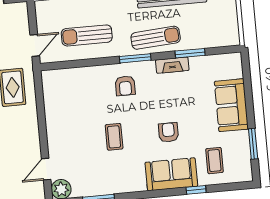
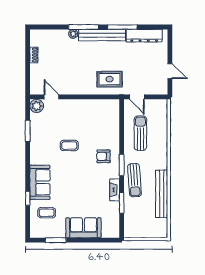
armchair: (168, 132) -> (69, 183), removed

